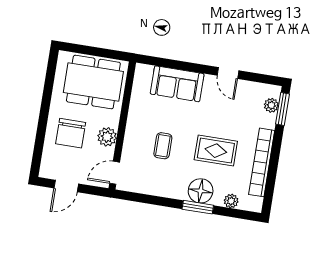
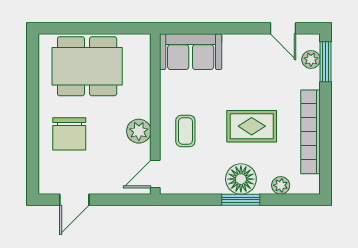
door: (228, 73) -> (283, 28), moved
wall: (122, 125) -> (155, 114), moved
plant: (107, 137) -> (139, 131), moved
door: (115, 173) -> (155, 174), moved

